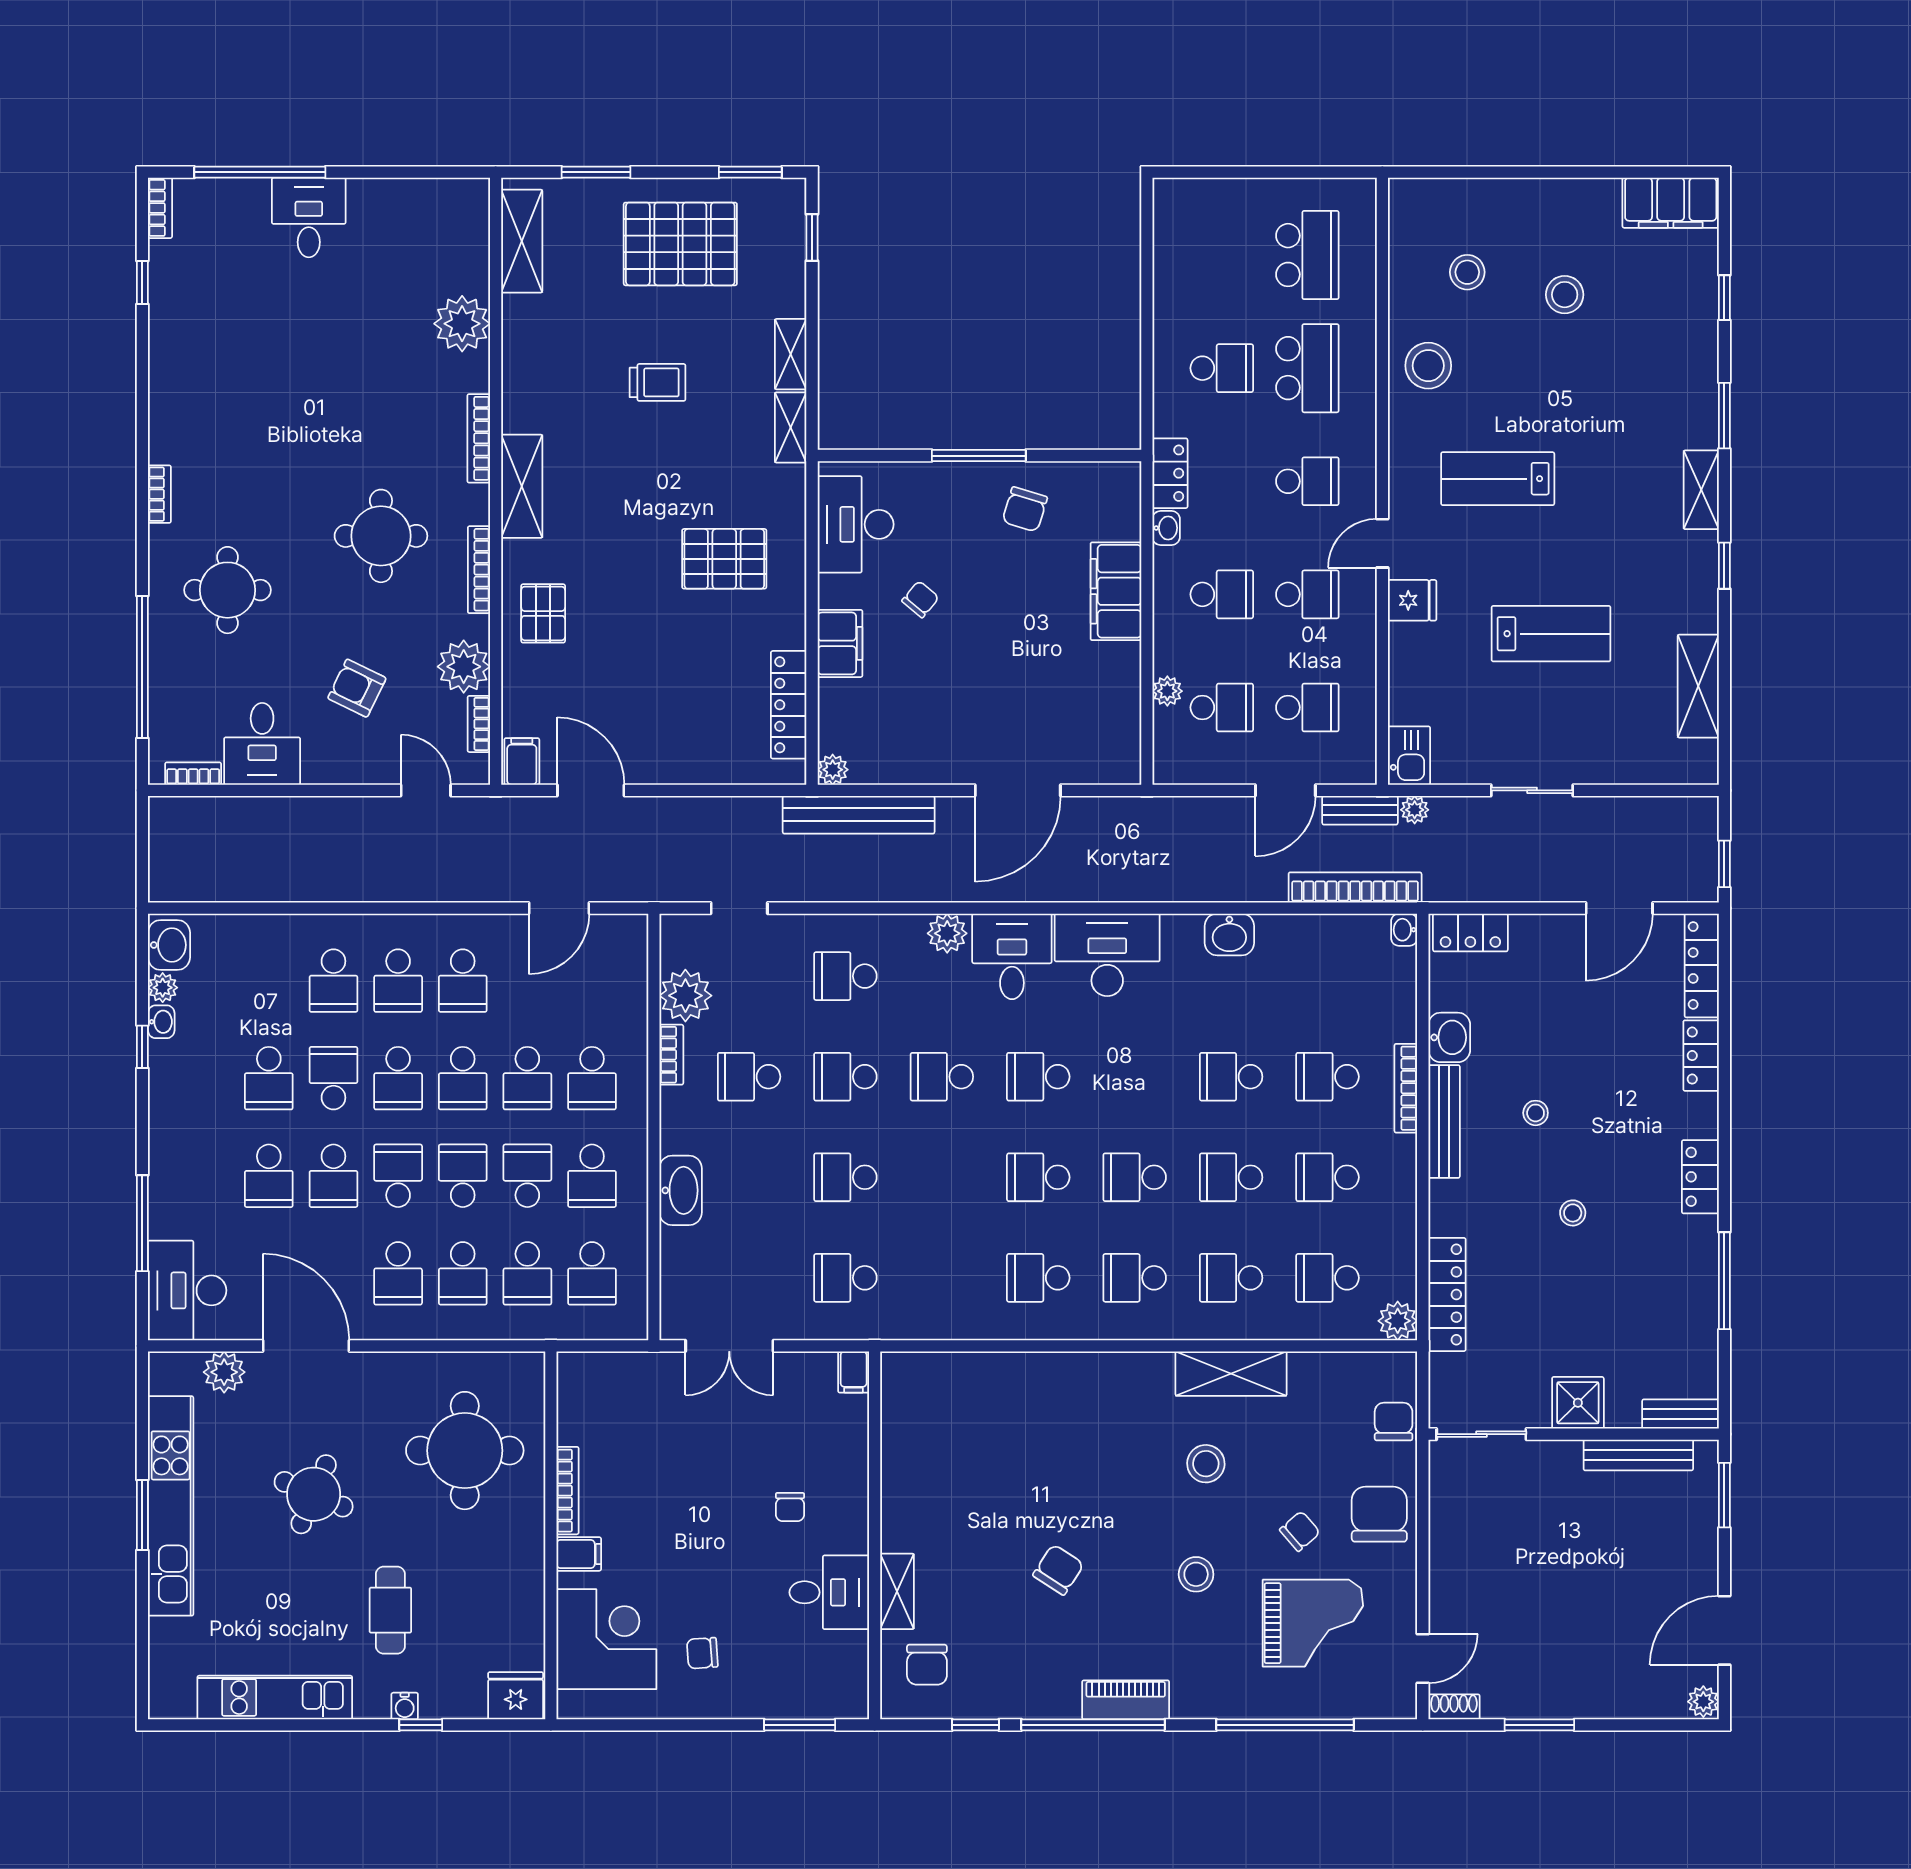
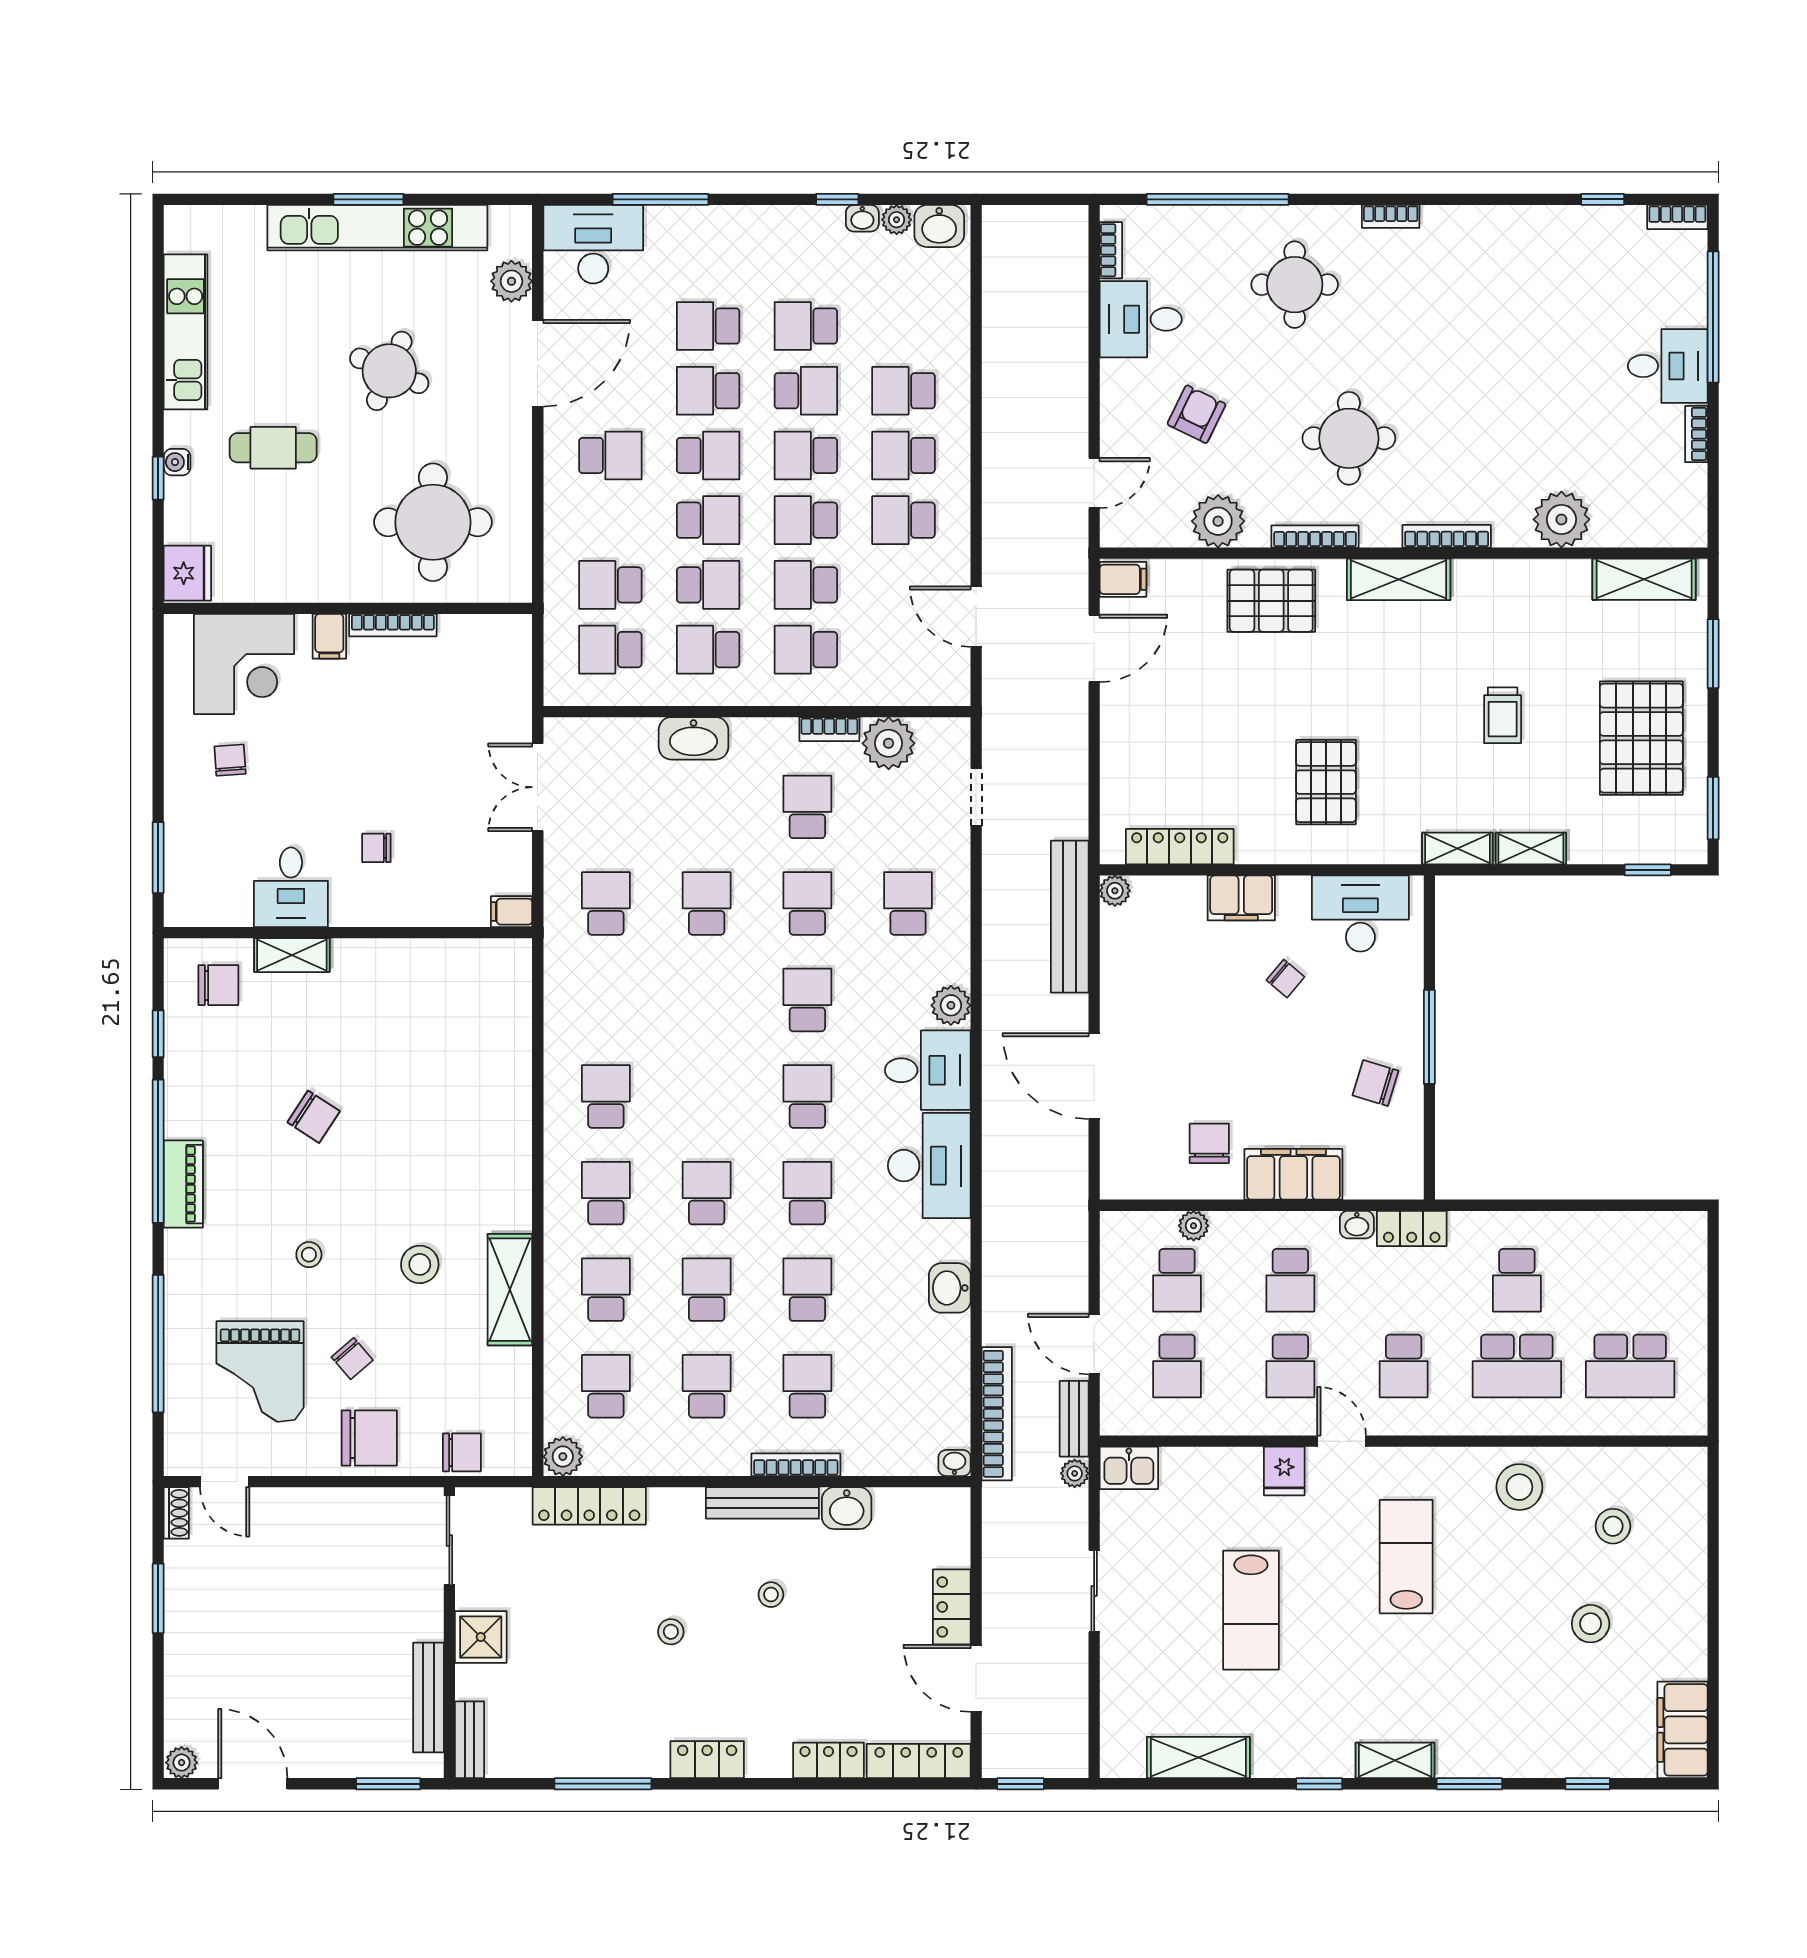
pallet: (543, 613) -> (1271, 601), width x1.50, depth x1.42
chair: (1085, 675) -> (1209, 1143), added
bookcase: (479, 724) -> (1696, 434), moved, turned -90
locker: (1470, 932) -> (952, 1607), moved
school desk: (1038, 1177) -> (807, 1193), moved
school desk: (398, 1273) -> (610, 455), turned 180
school desk: (463, 1273) -> (610, 520), removed
stool: (1196, 1574) -> (309, 1255), width x0.73, depth x0.73
chair: (927, 1665) -> (218, 985), turned 180

